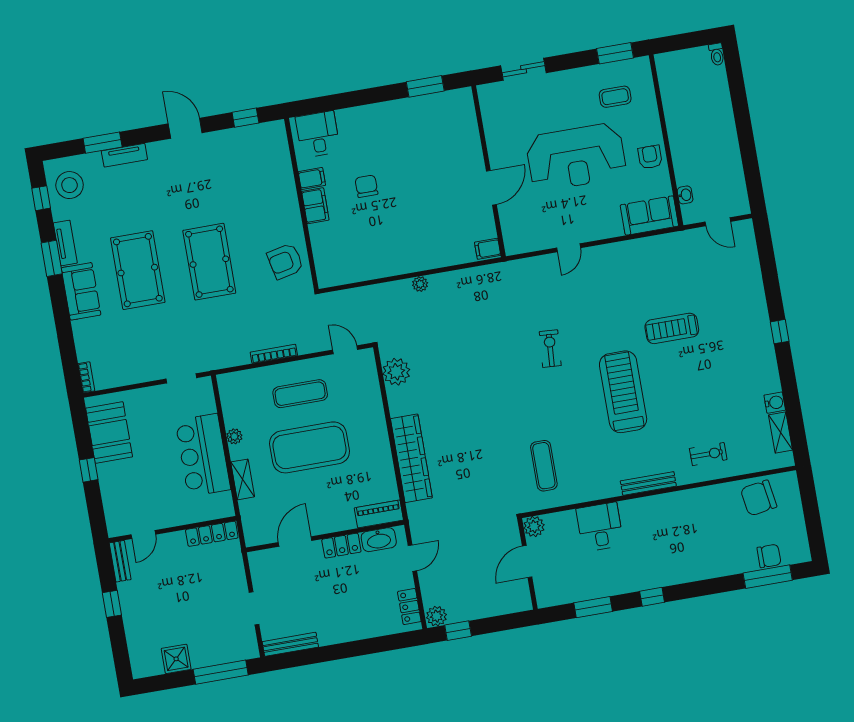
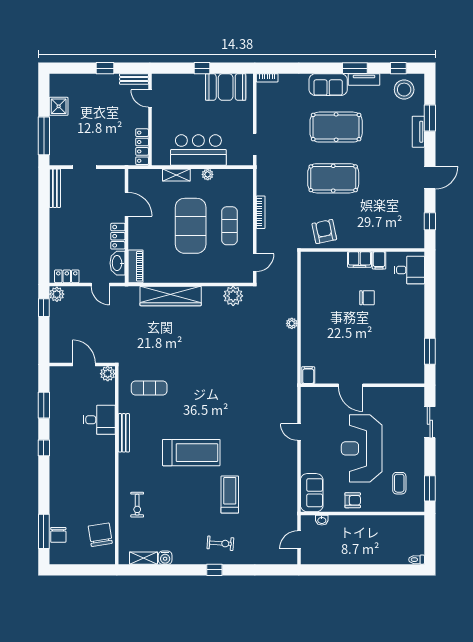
exercise bike: (550, 349) -> (220, 543), moved
bench: (648, 483) -> (124, 433), moved

